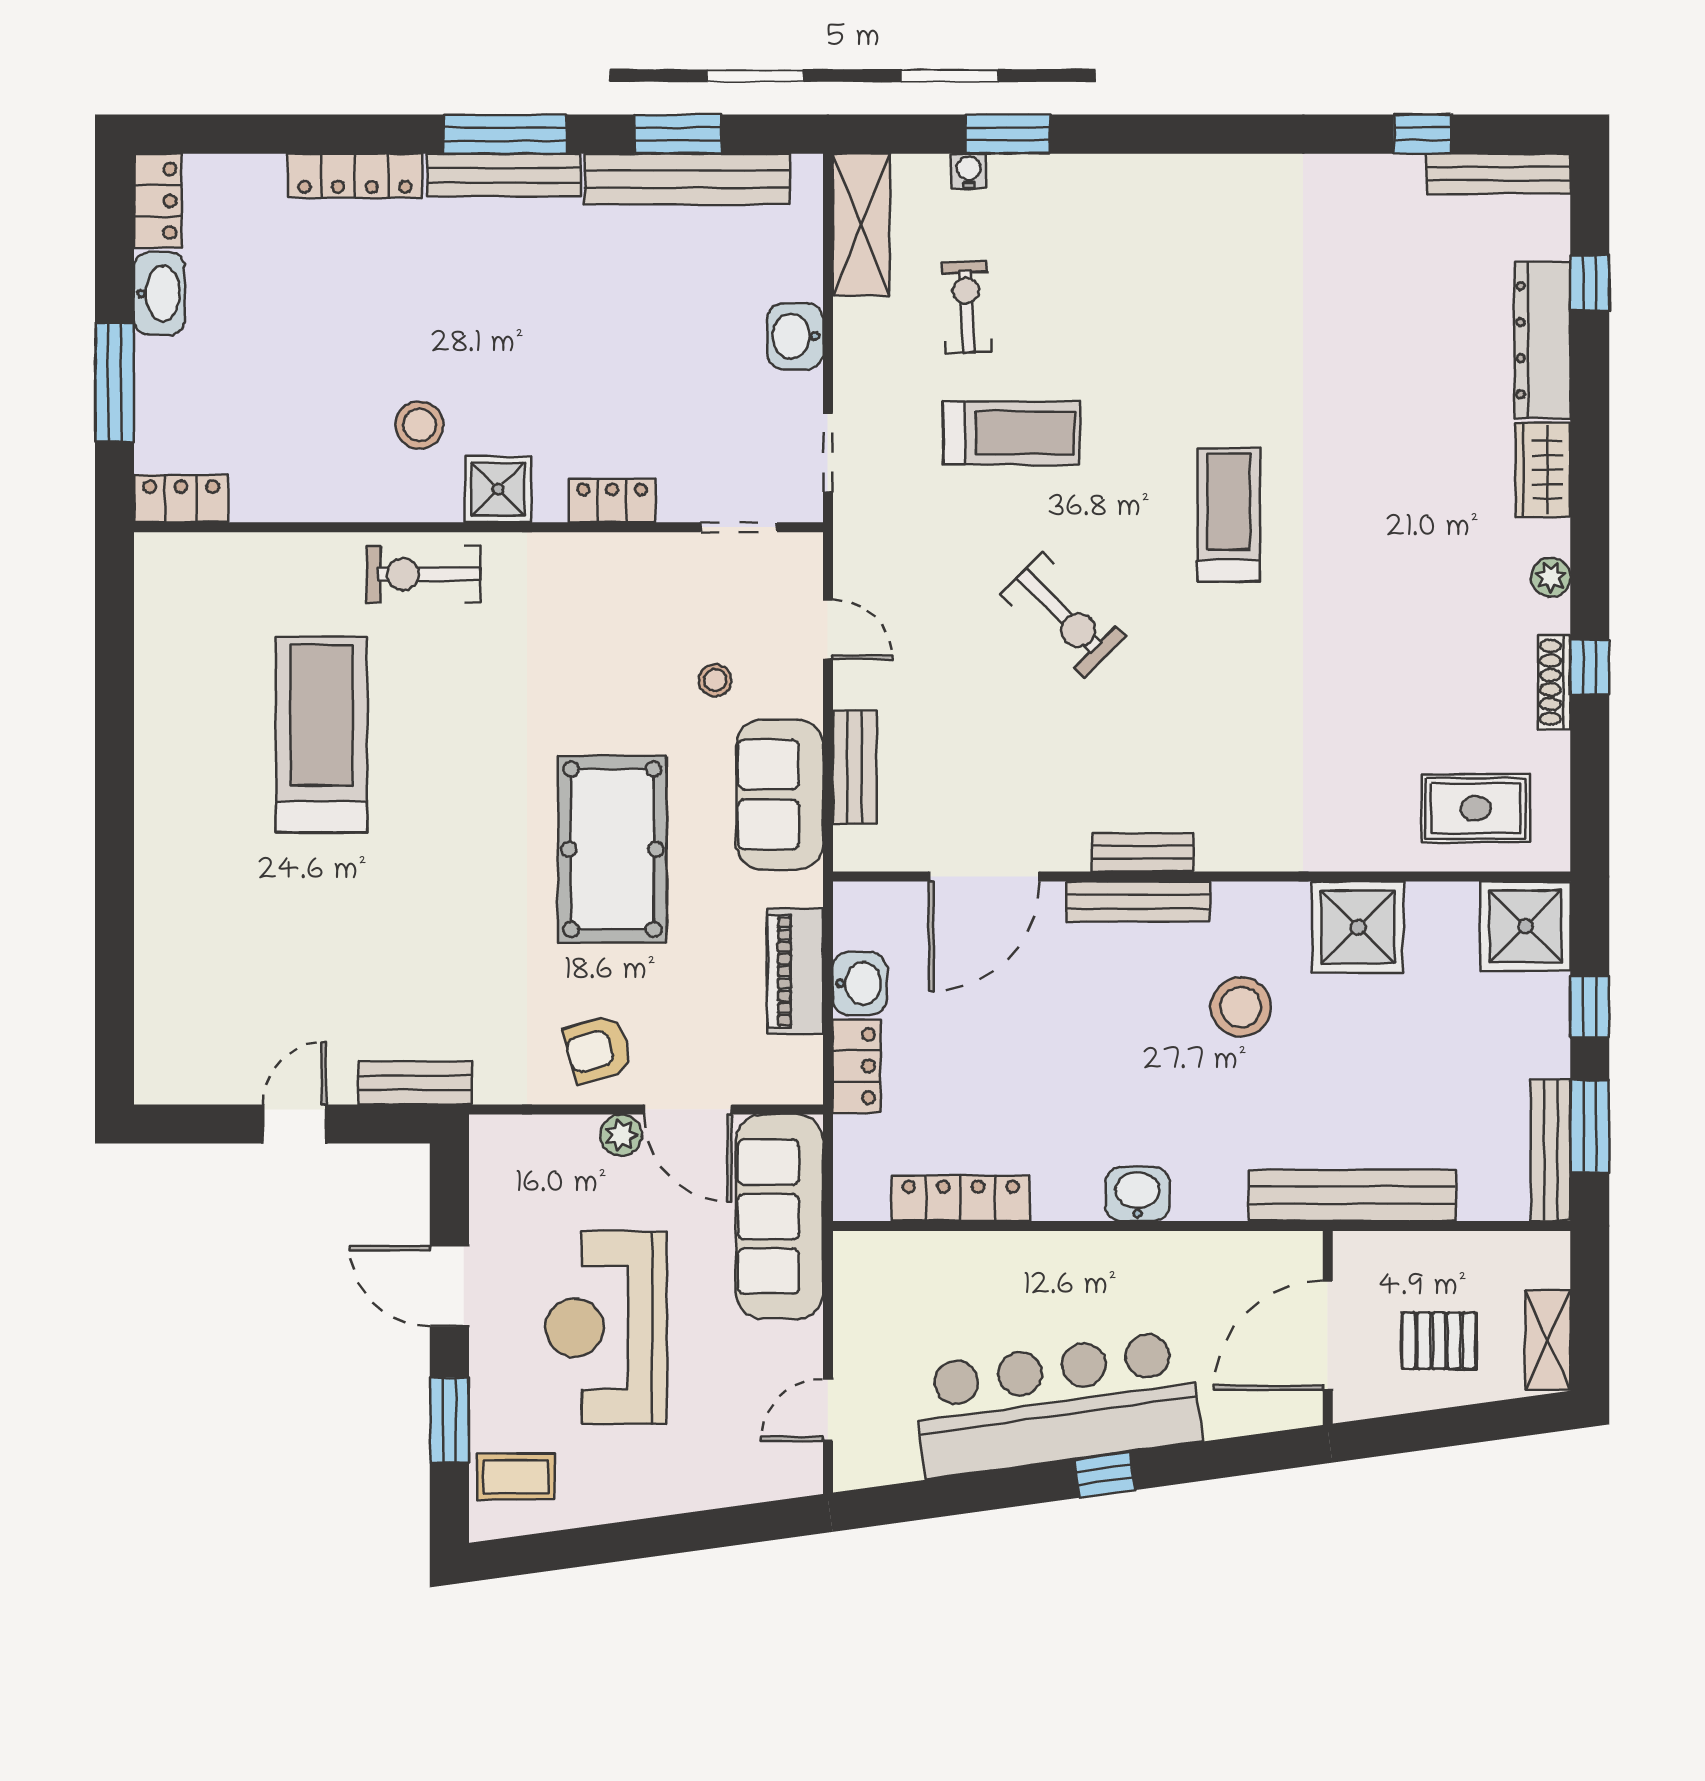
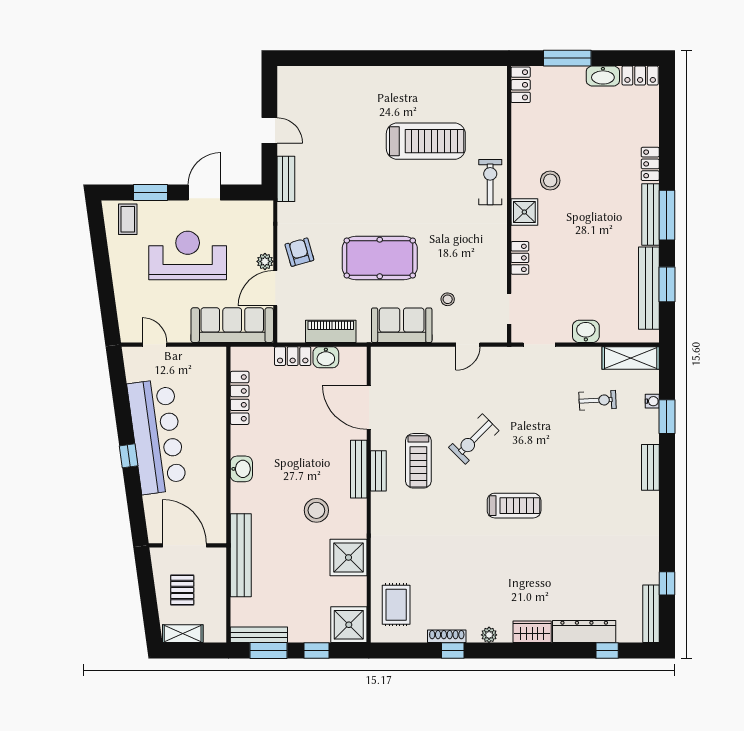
locker: (355, 176) -> (650, 164), width x0.66
treadmill: (1011, 433) -> (418, 461), moved
bench: (855, 767) -> (650, 467), moved, turned 90

